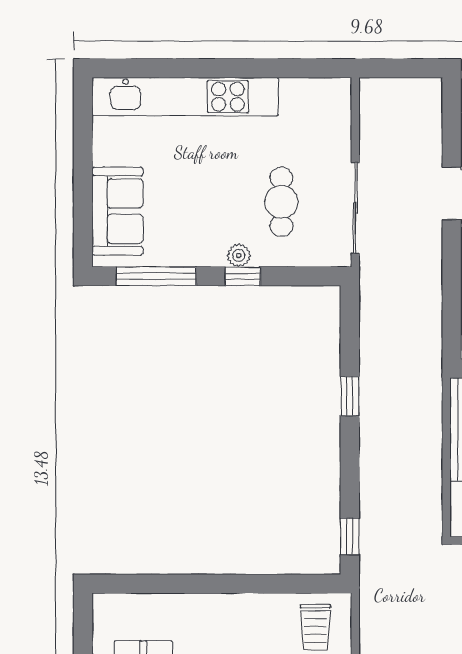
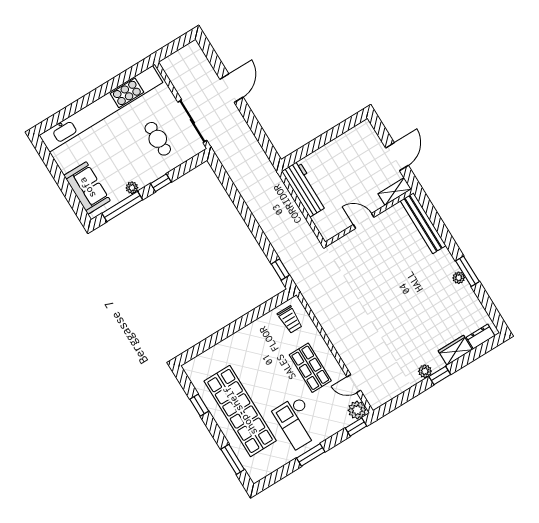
kitchen unit: (185, 97) -> (101, 109), width x1.36
plant: (239, 255) -> (132, 188), moved
window: (350, 396) -> (242, 207), removed

